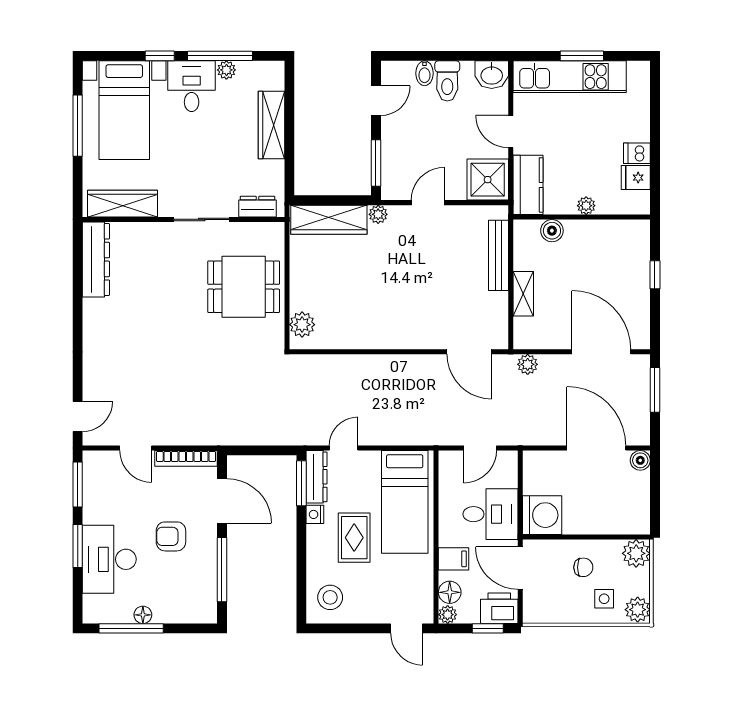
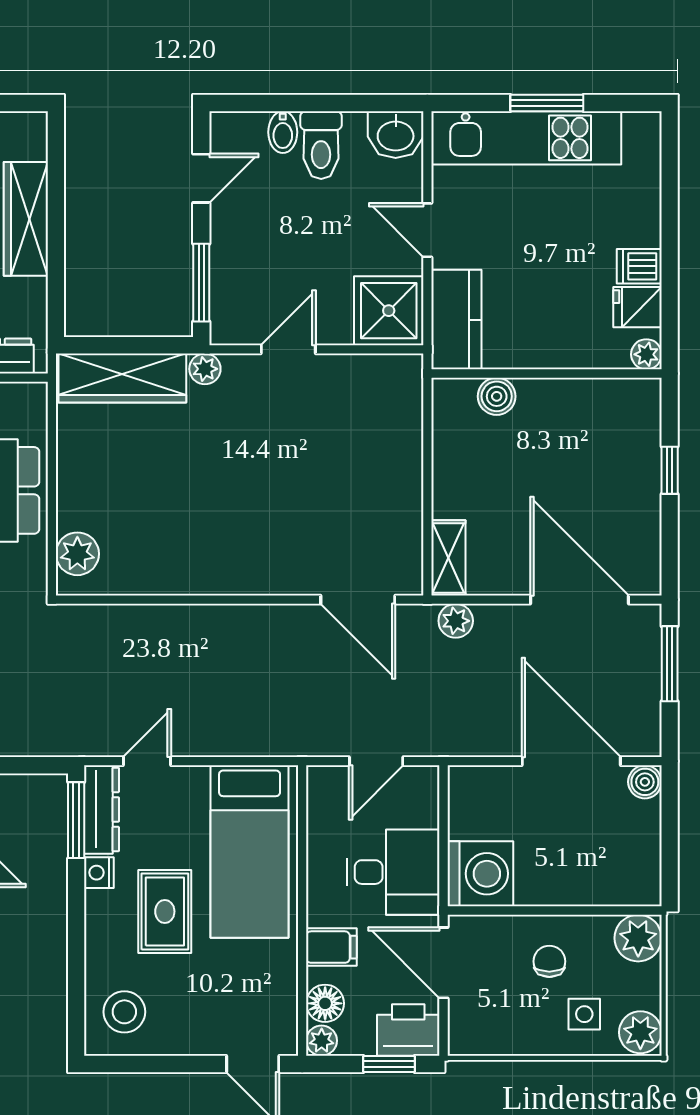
plant: (586, 206) -> (646, 354), moved
bench: (498, 255) -> (407, 438), removed
shelving: (523, 294) -> (448, 558), moved
chair: (583, 567) -> (549, 961), turned -90

